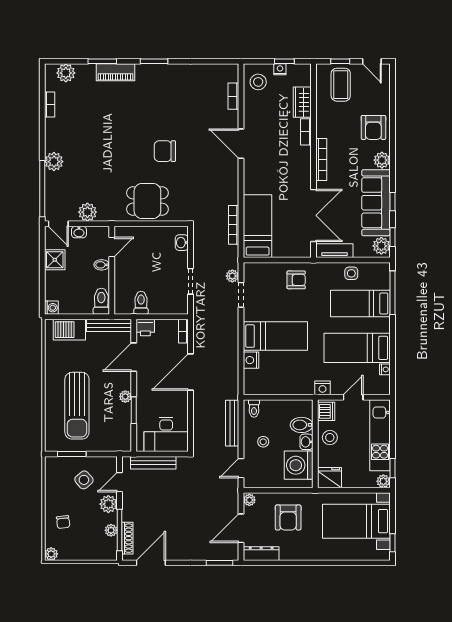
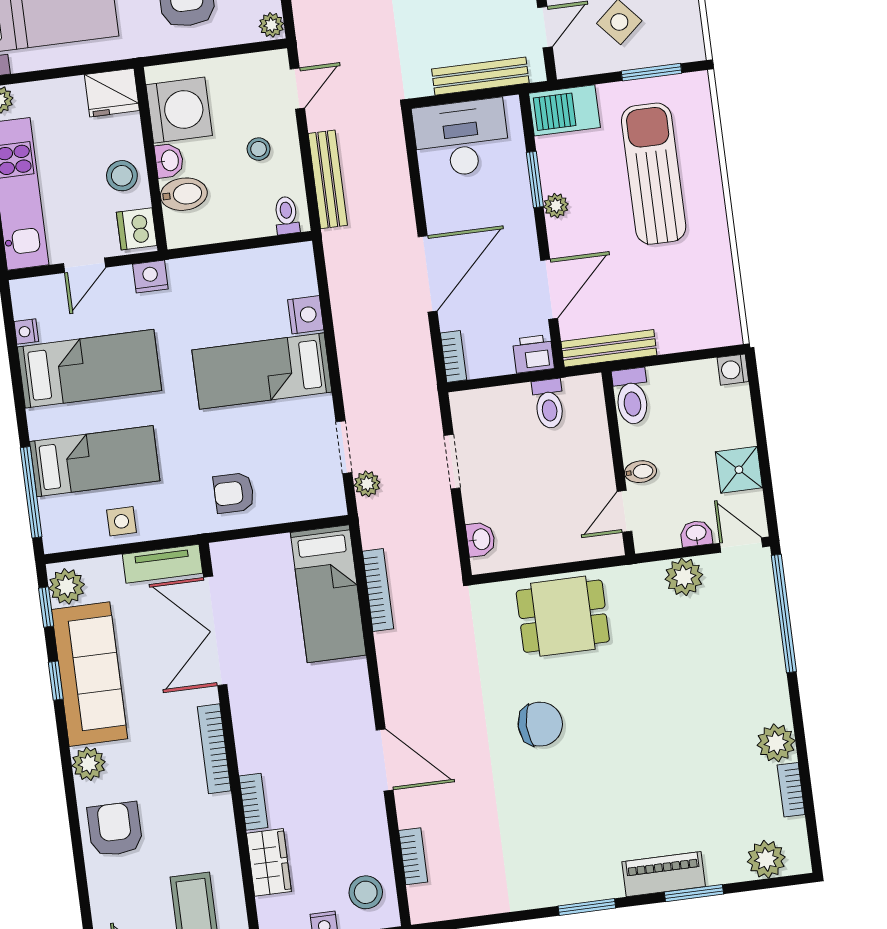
plant: (54, 162) -> (776, 743), moved
barbecue: (69, 330) -> (565, 110), moved, turned 180

